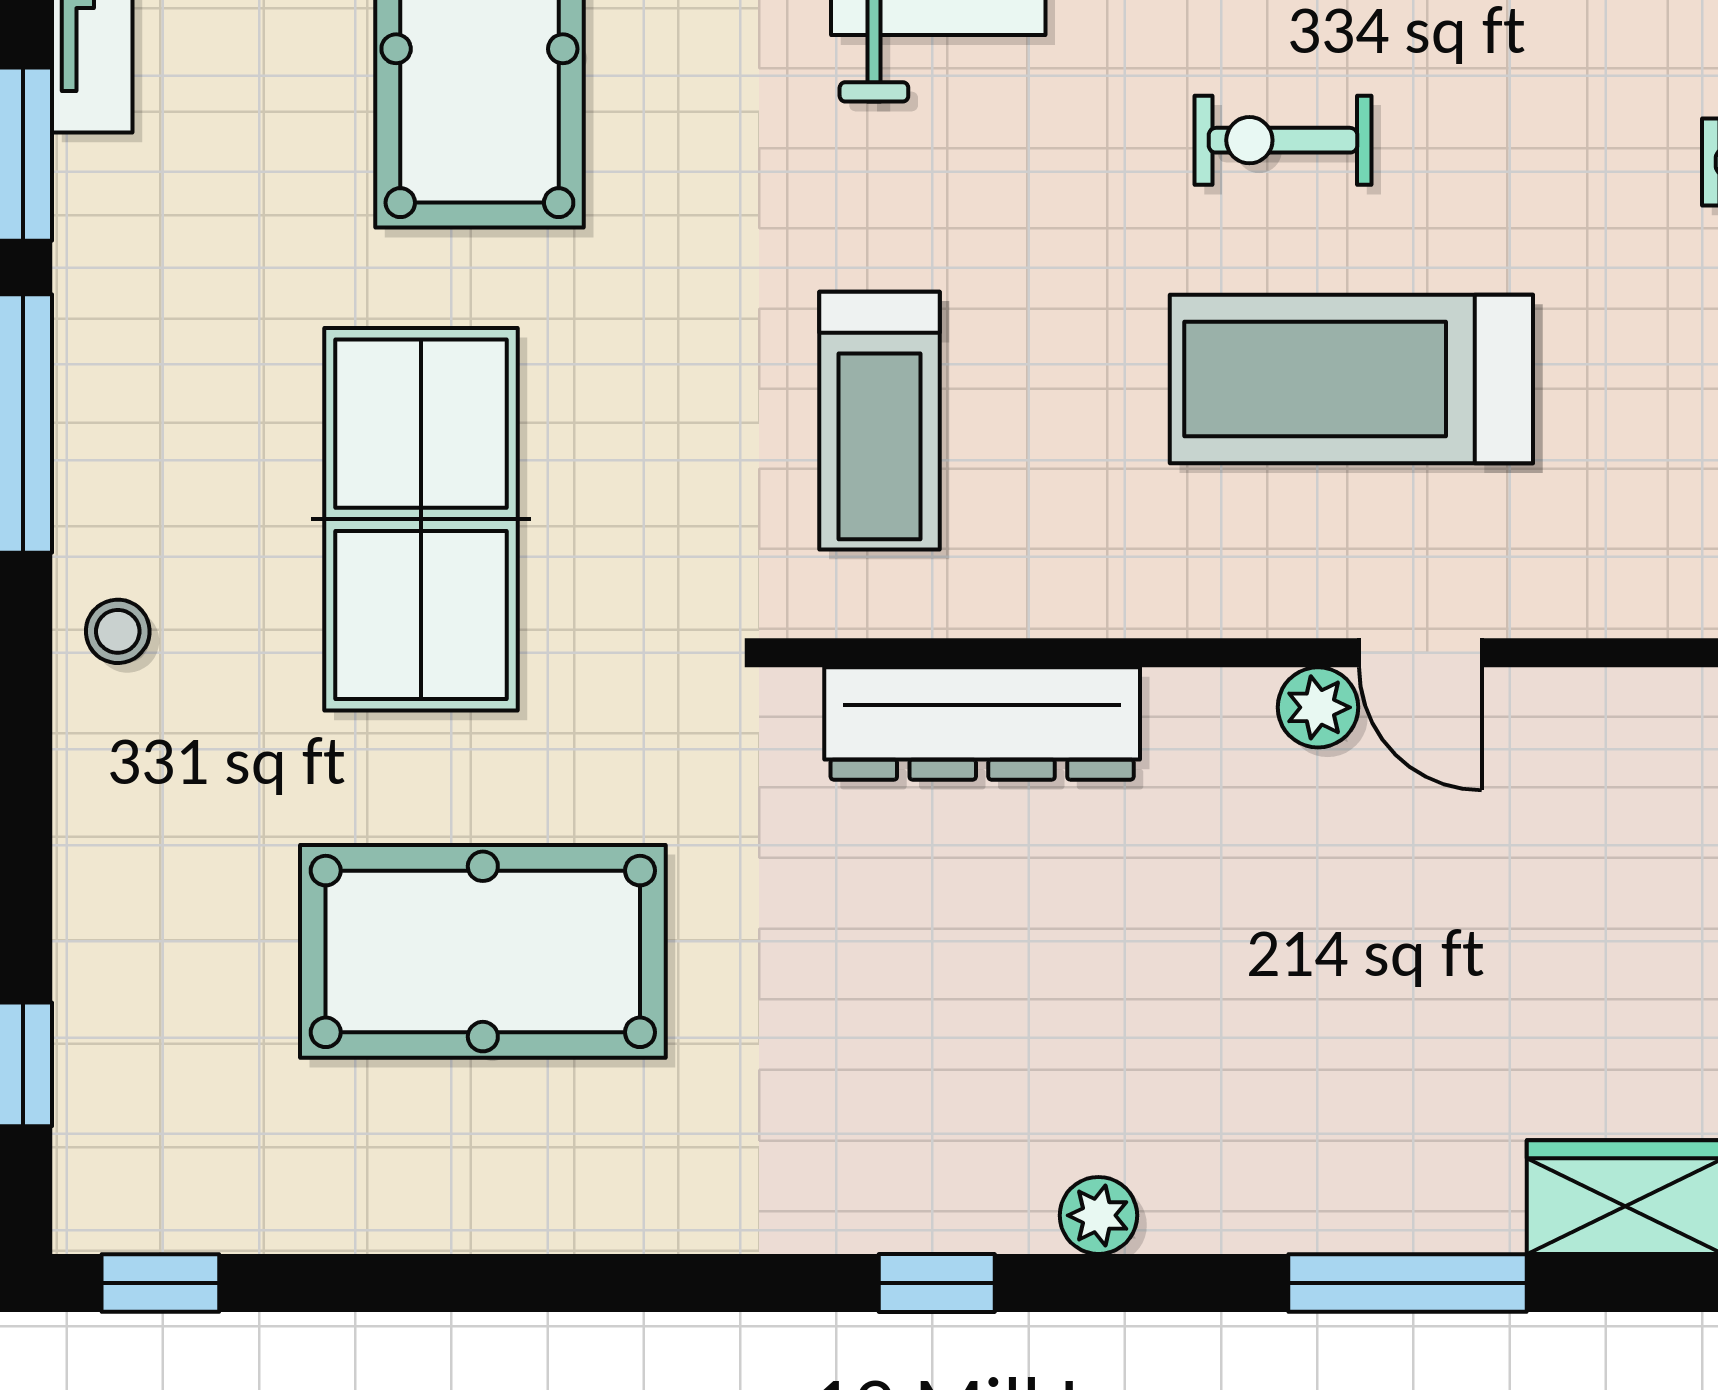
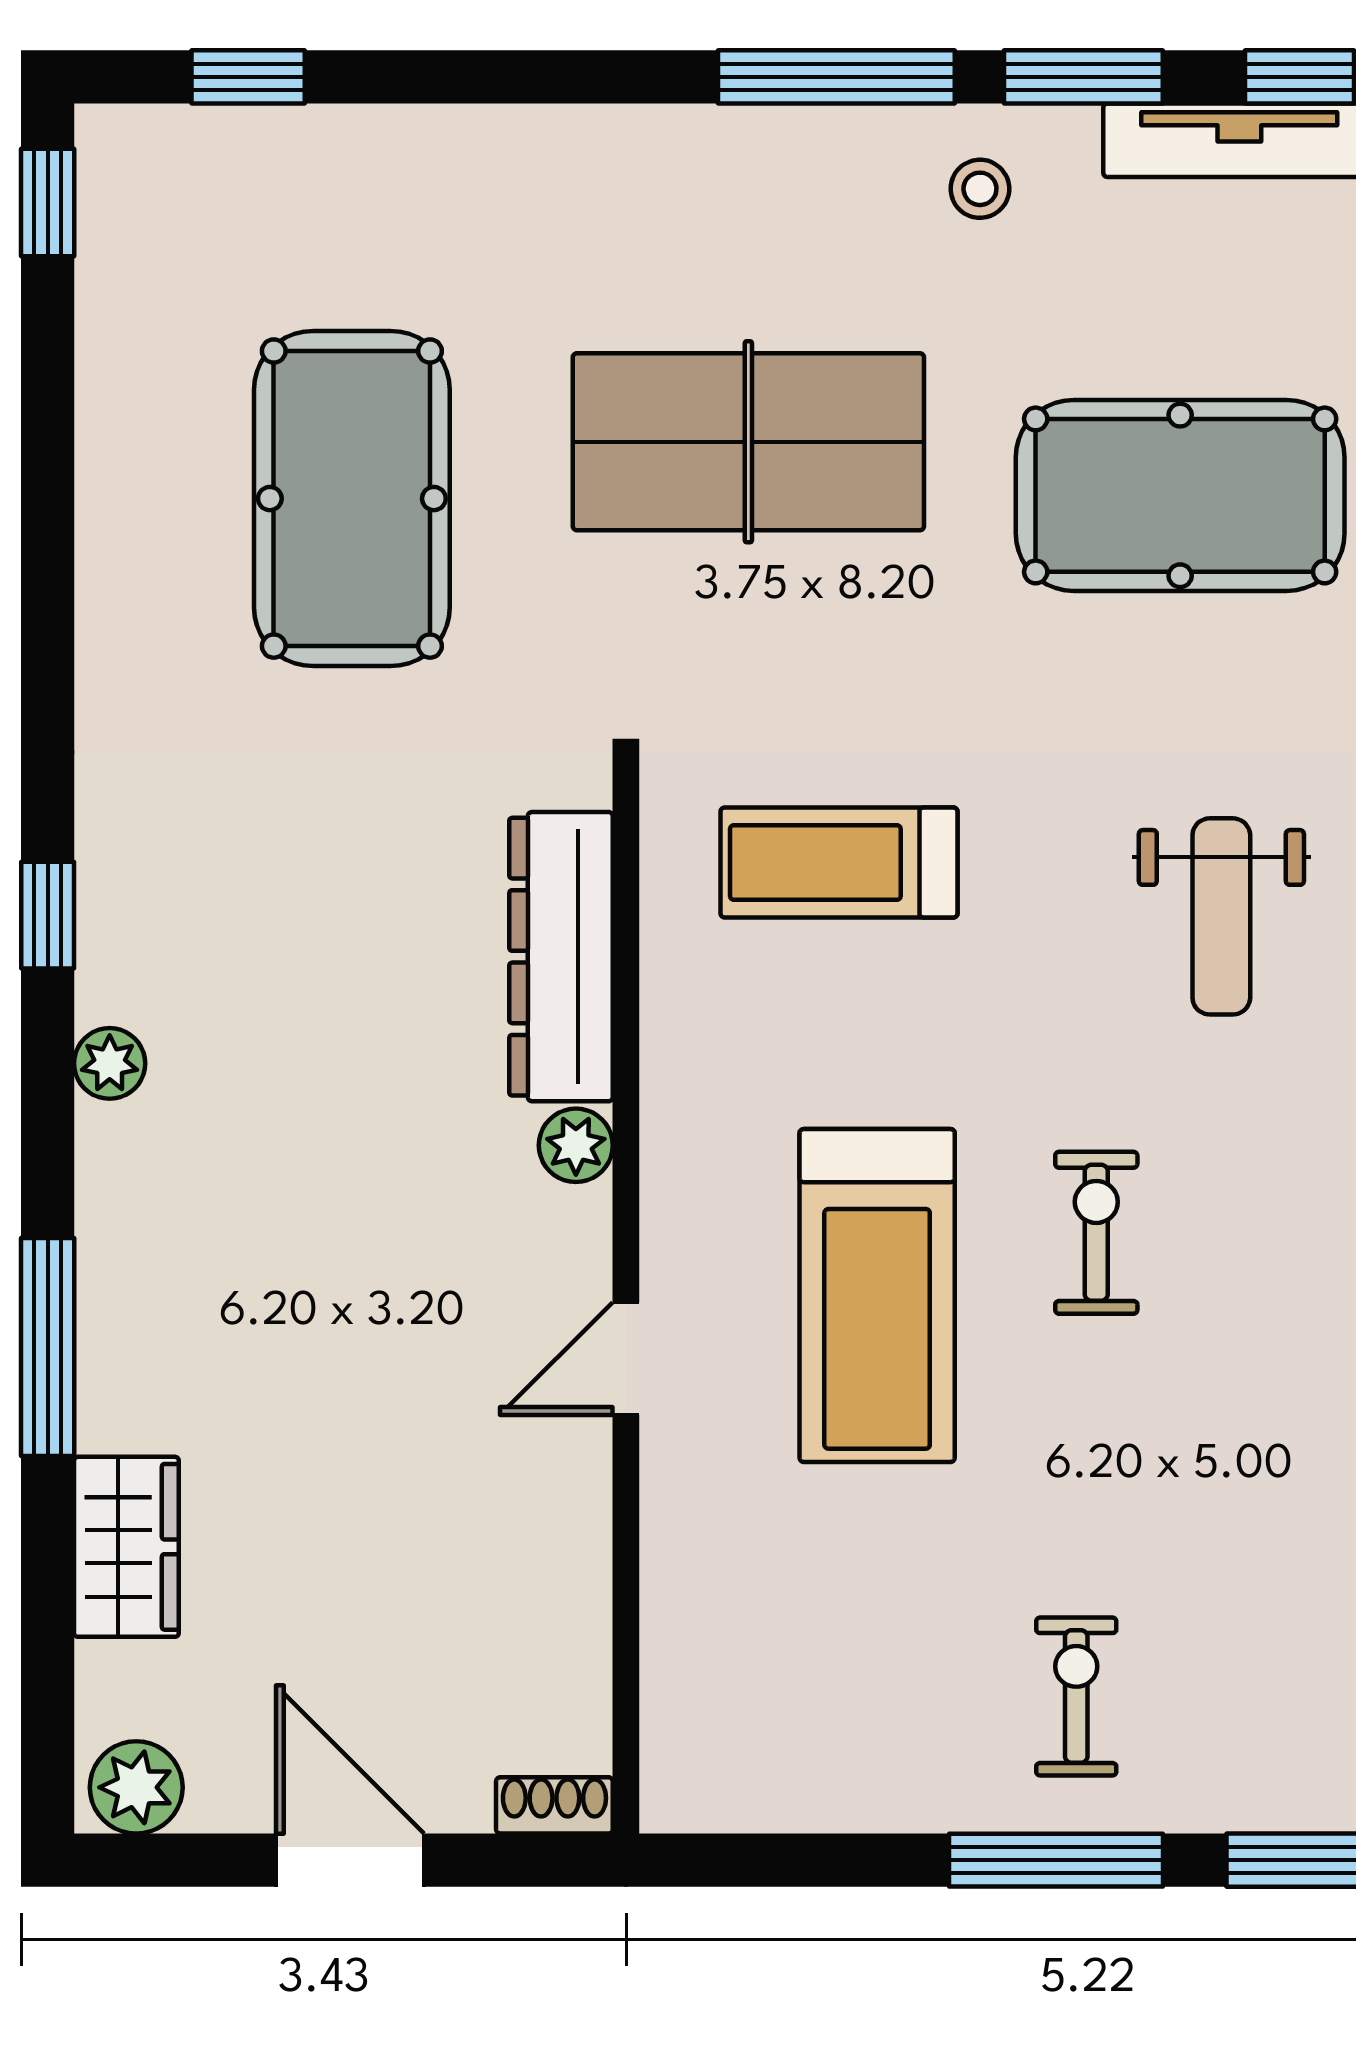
treadmill: (1351, 379) -> (877, 1296), turned 180
stool: (118, 631) -> (980, 189), moved
plant: (1318, 707) -> (576, 1145), moved

